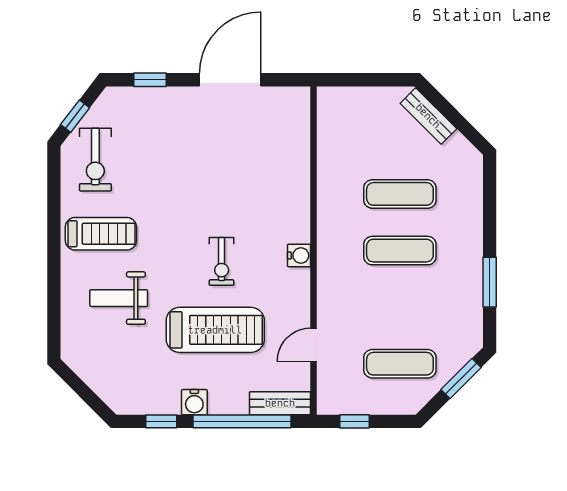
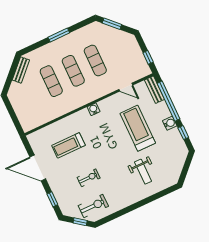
bench: (428, 116) -> (21, 70), moved
treadmill: (101, 234) -> (68, 145), moved, turned -90
exercise bike: (222, 261) -> (89, 178), moved
window: (490, 282) -> (59, 35), moved
exercise mat: (400, 364) -> (95, 61), moved

